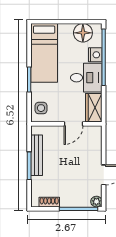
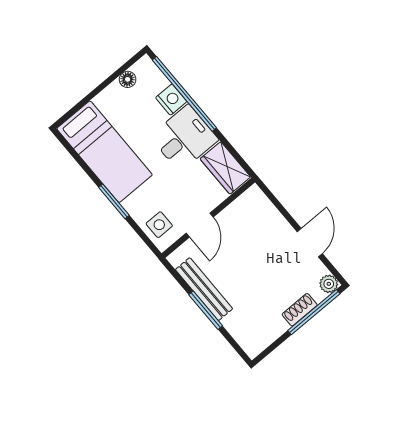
floor lamp: (83, 33) -> (128, 79), width x0.53, depth x0.53
door: (74, 124) -> (200, 225), moved
shoe rack: (49, 202) -> (300, 310), moved

